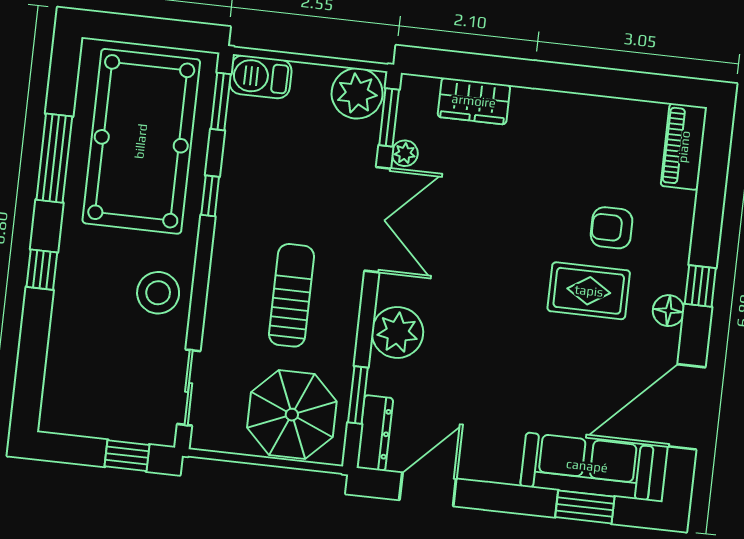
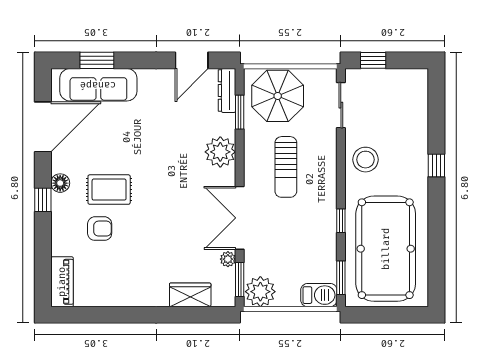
window: (54, 158) -> (436, 233), removed

